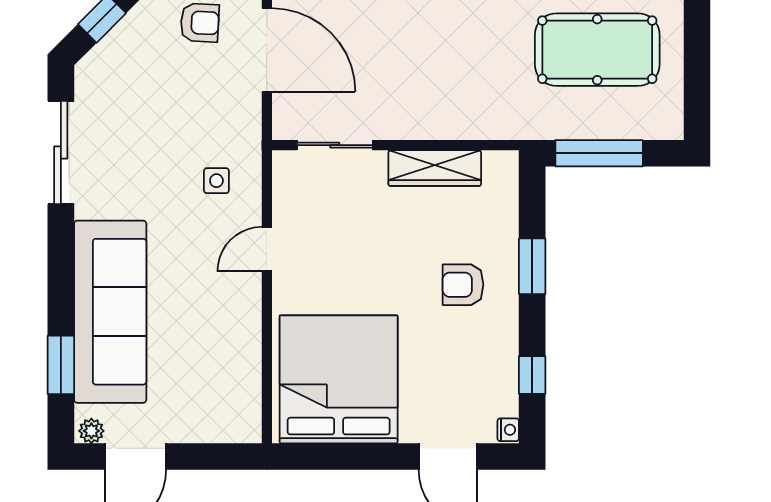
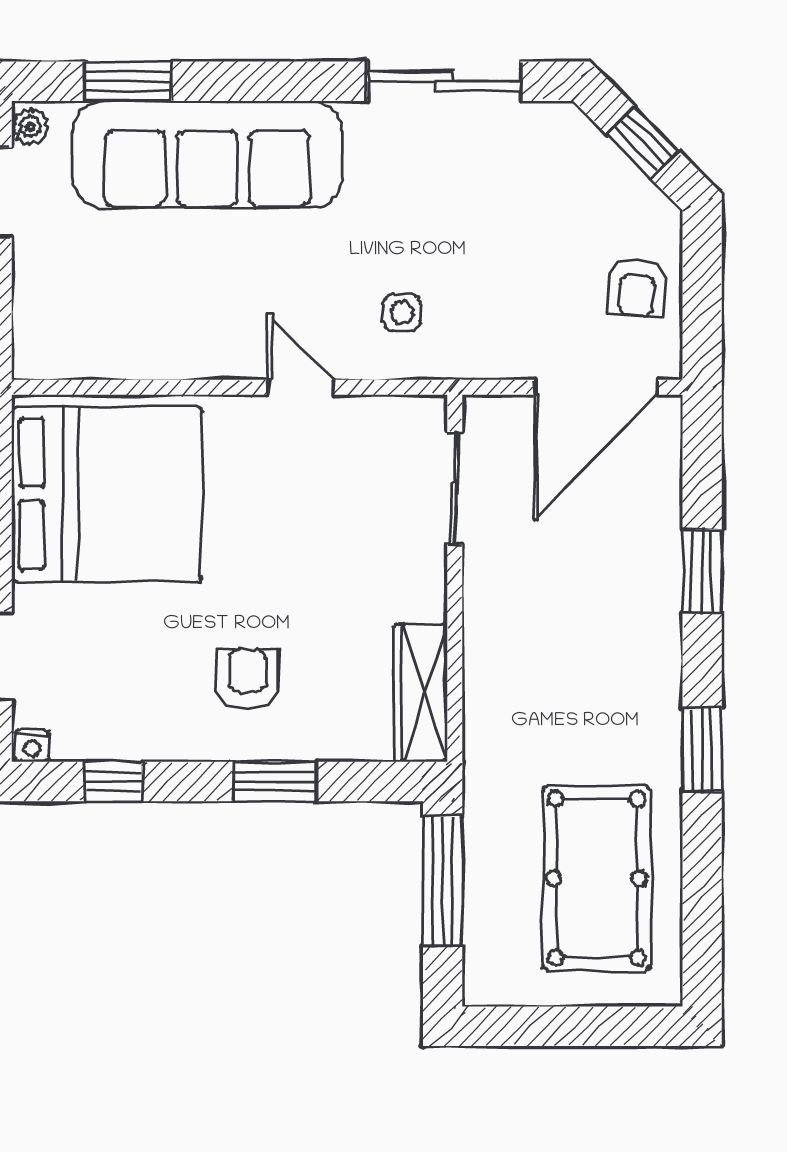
wardrobe: (435, 168) -> (421, 693), moved

